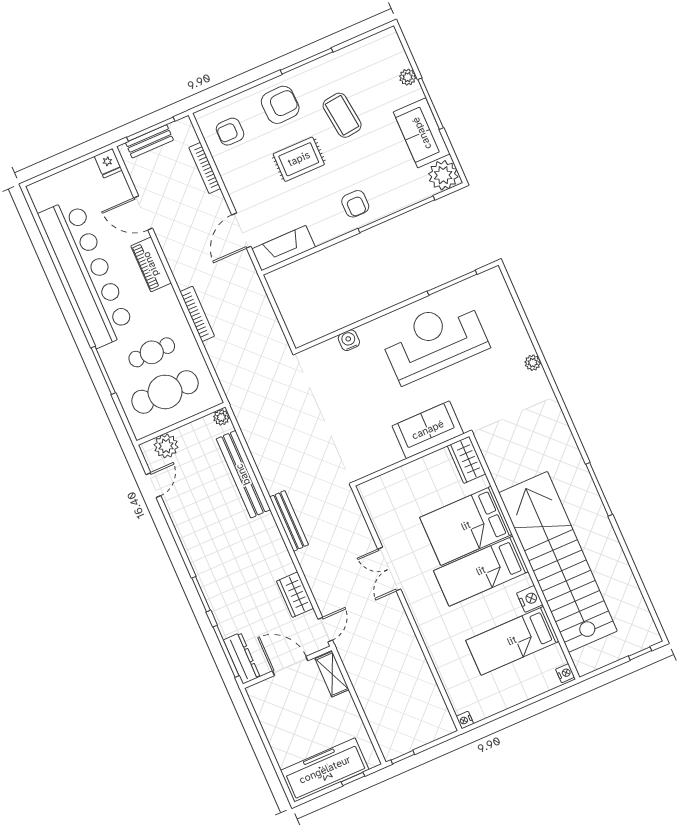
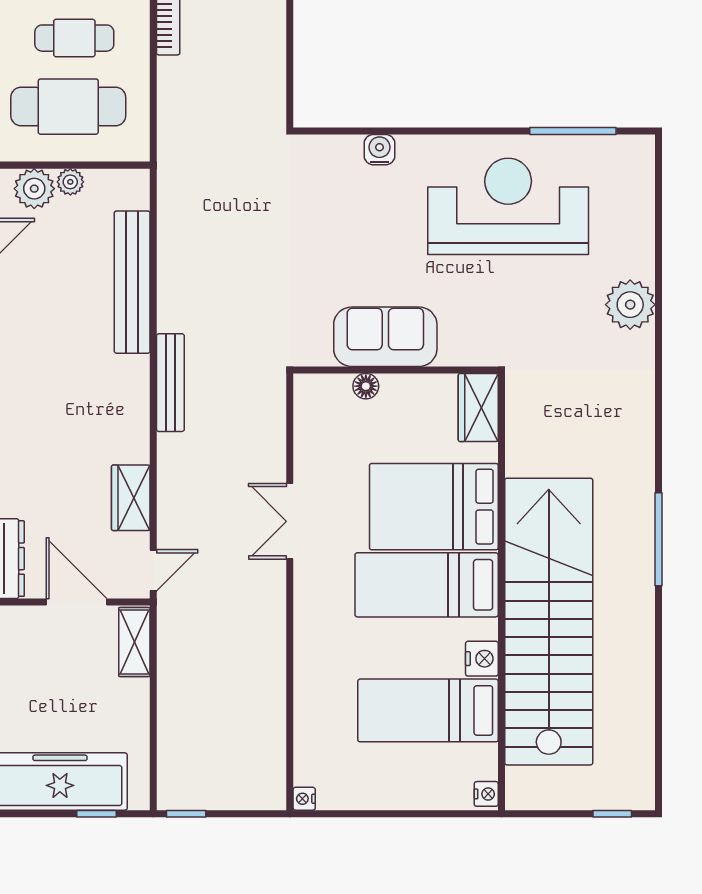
plant: (533, 363) -> (630, 305), width x1.88, depth x1.88
plant: (221, 417) -> (70, 182), moved
sofa: (428, 430) -> (385, 337), moved
floor lamp: (399, 475) -> (366, 386), added

